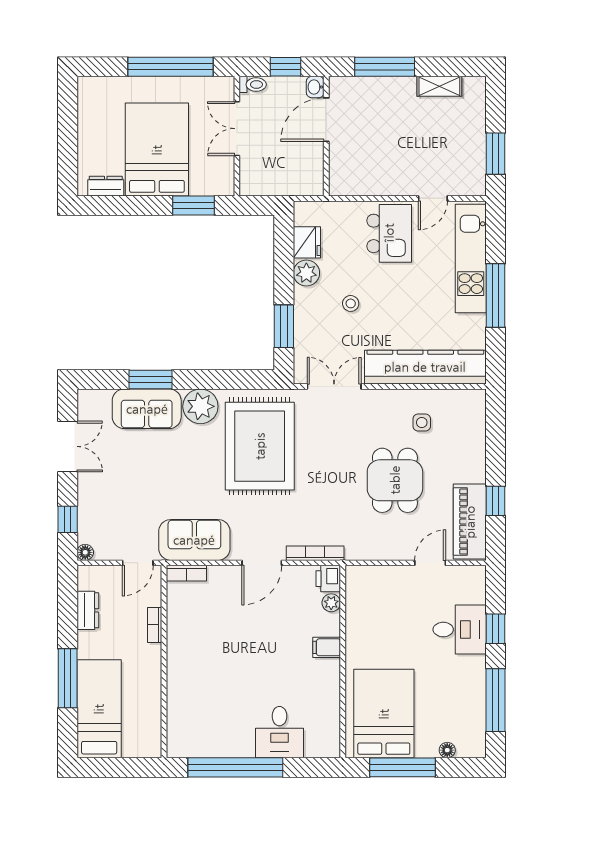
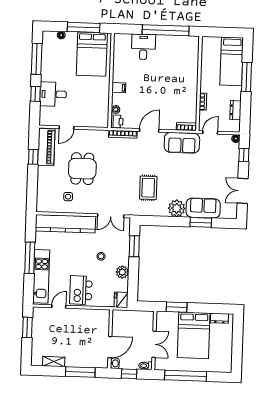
fridge: (307, 242) -> (121, 300), moved
rug: (260, 446) -> (148, 188), width x0.54, depth x0.49

